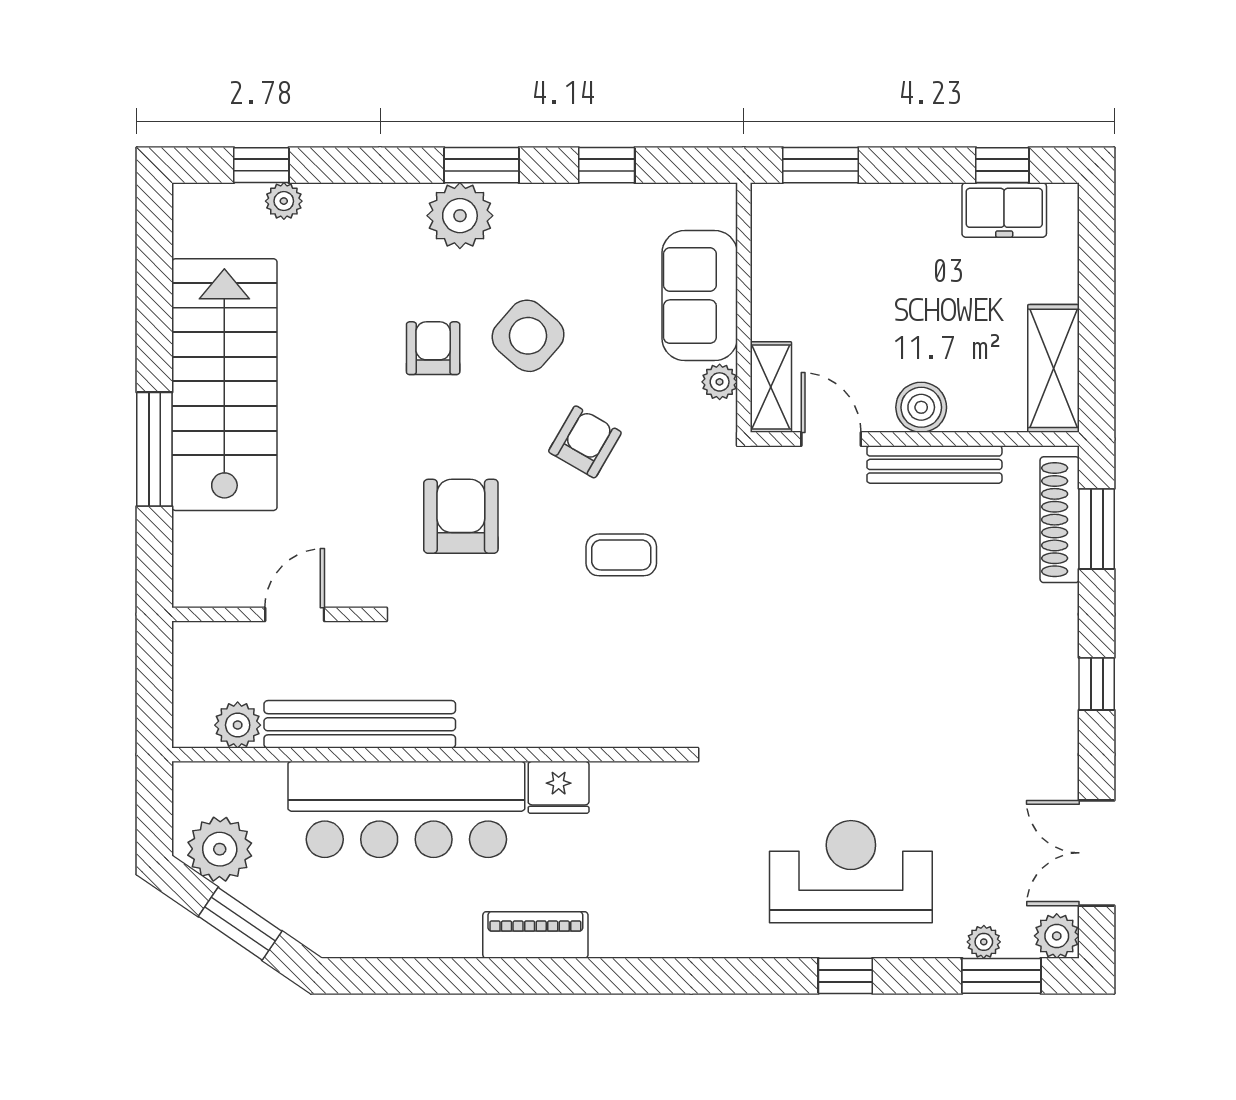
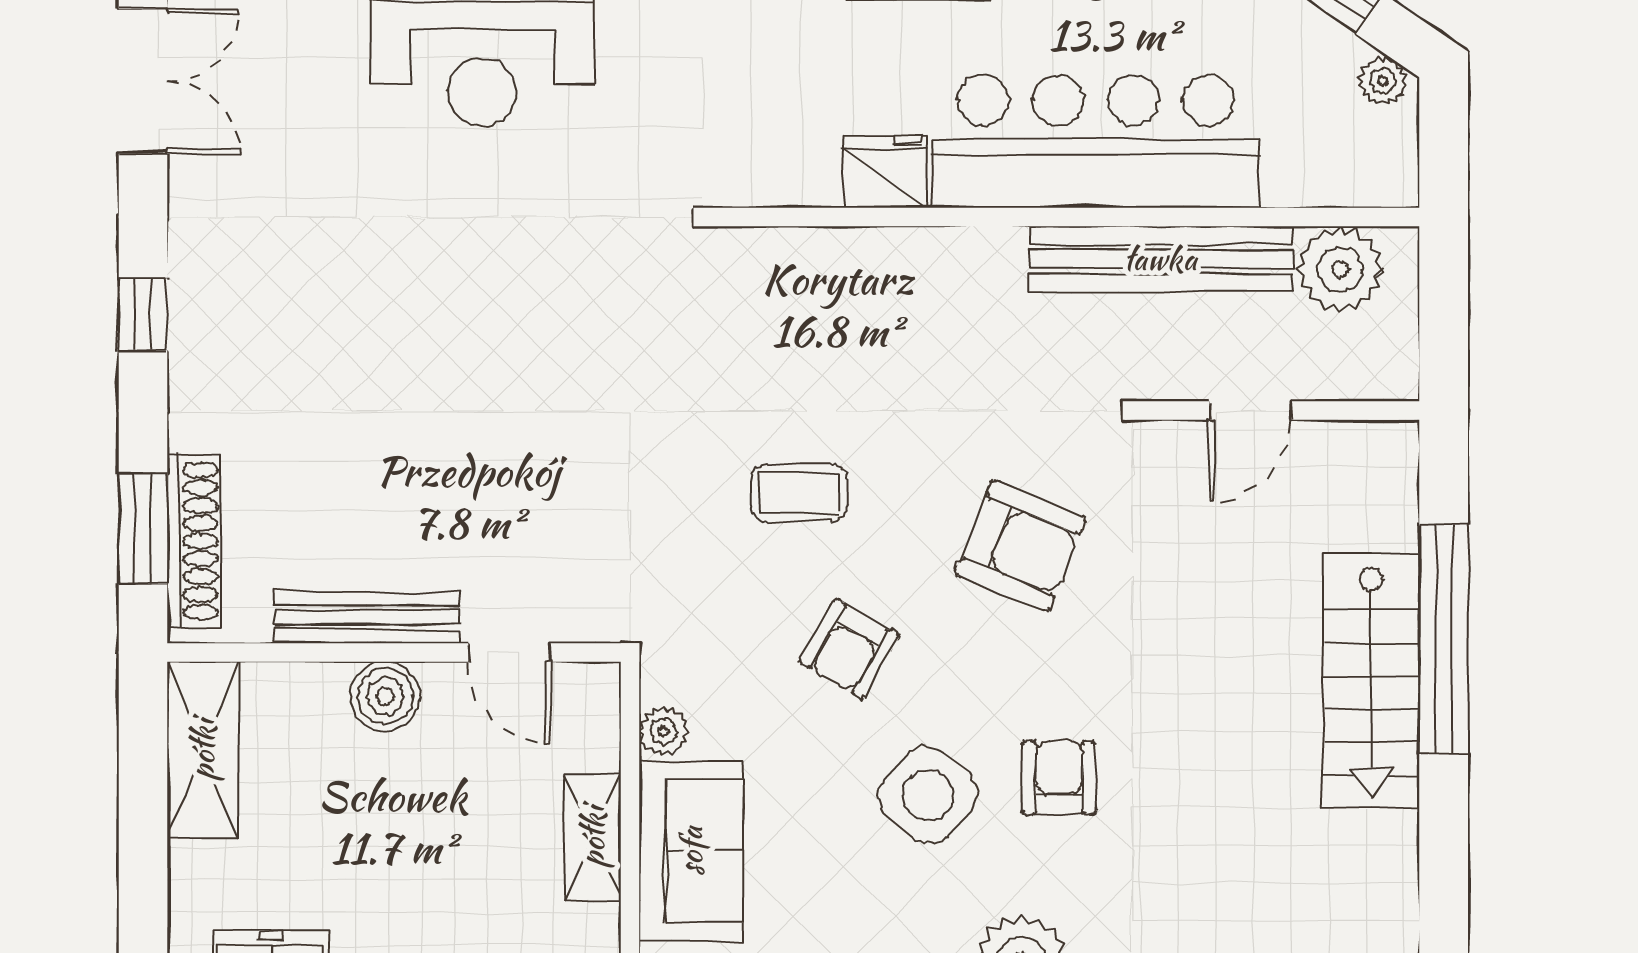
armchair: (433, 348) -> (1059, 778), turned 180
stairs: (224, 385) -> (1371, 681), width x0.73, depth x0.66
shelving: (771, 387) -> (593, 837), moved
window: (154, 449) -> (1444, 638), width x1.46
armchair: (461, 516) -> (1021, 546), turned -68
plant: (238, 725) -> (1340, 269), width x1.36, depth x1.36
plant: (220, 849) -> (1383, 81), width x0.53, depth x0.53

